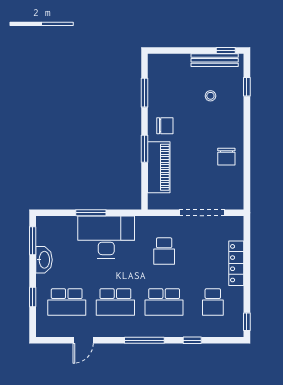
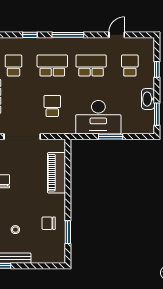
chair: (165, 126) -> (49, 223), moved
window: (144, 149) -> (68, 187), removed
school desk: (67, 302) -> (130, 66), width x0.54

